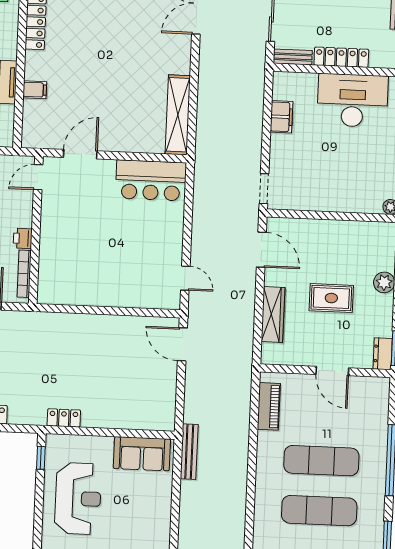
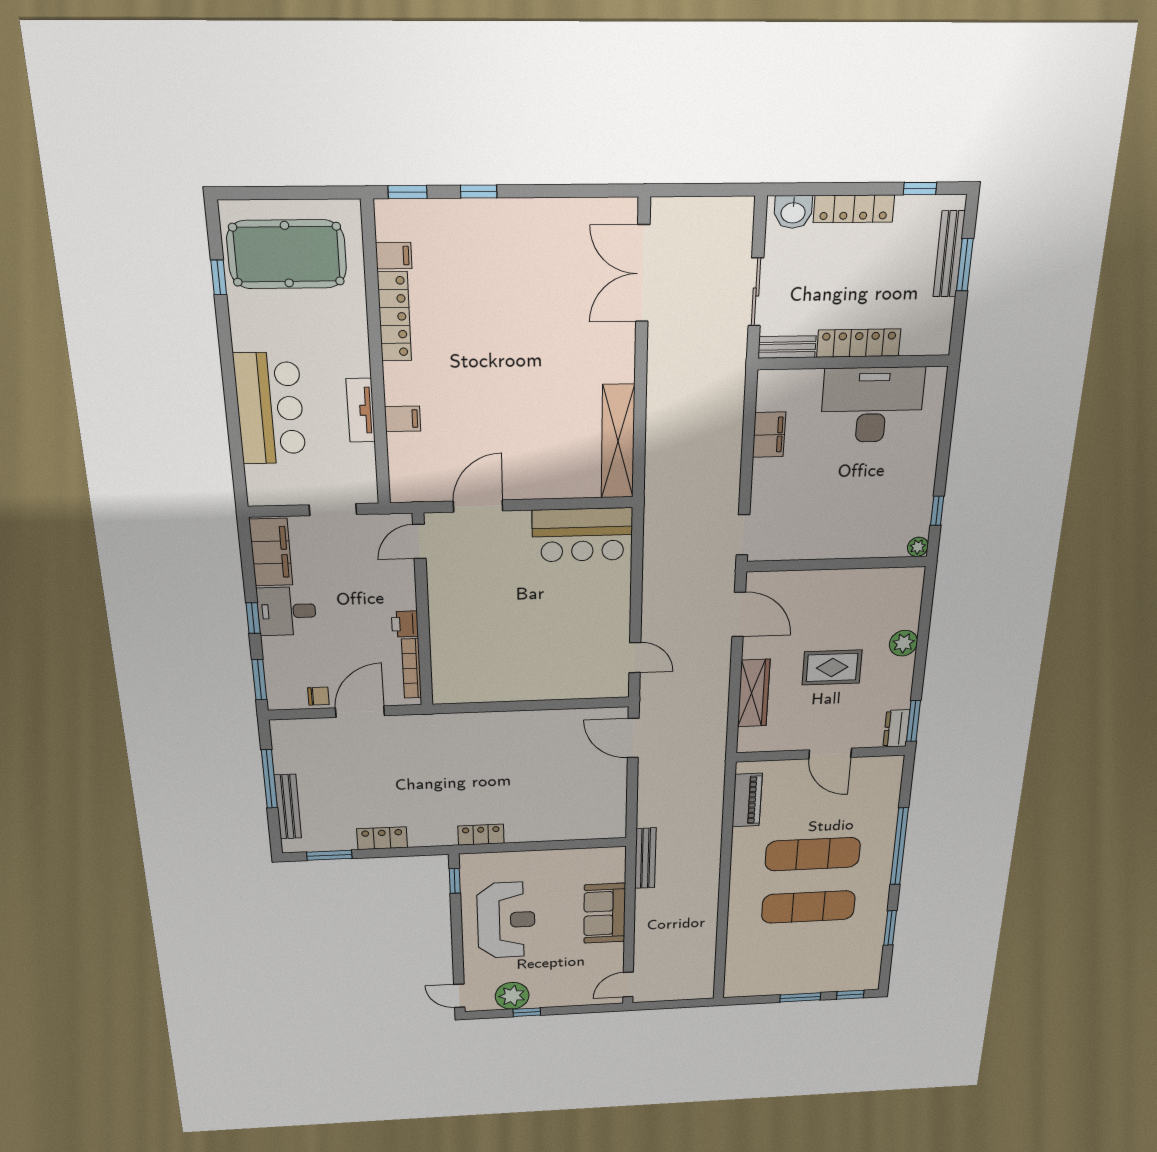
sofa: (142, 454) -> (605, 913), moved, turned 90

